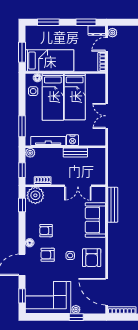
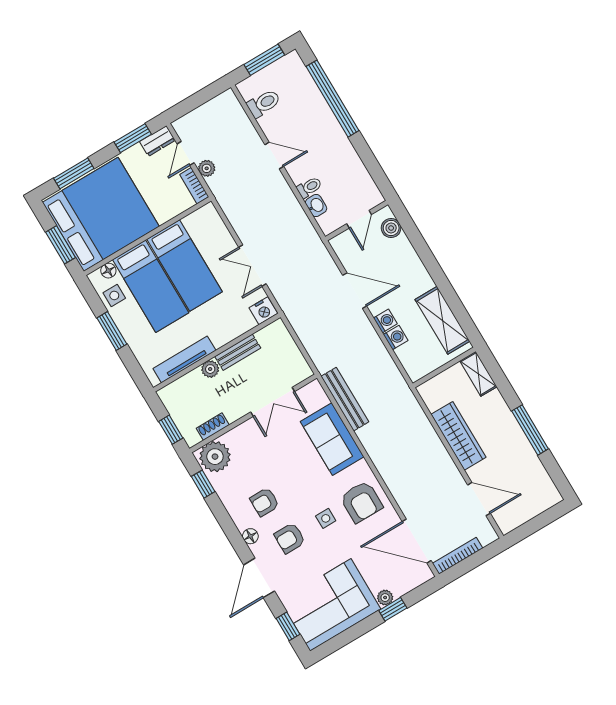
plant: (112, 33) -> (207, 168), moved
bed: (50, 61) -> (101, 214), width x2.04
window: (22, 126) -> (112, 331), moved
nightstand: (72, 140) -> (263, 311), moved
plant: (30, 153) -> (210, 369), moved

